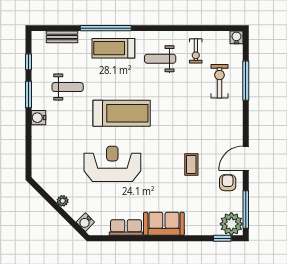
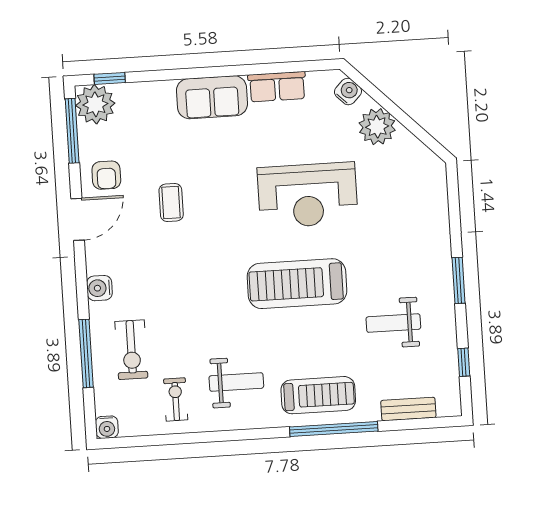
window: (28, 95) -> (459, 280), moved
water cooler: (38, 118) -> (99, 288), moved, turned 180
plant: (63, 201) -> (377, 127), width x1.88, depth x1.88

